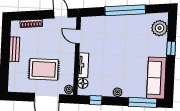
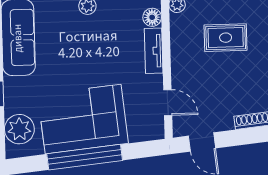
corner sofa: (125, 31) -> (83, 119), added
rug: (44, 69) -> (226, 38), width x0.73, depth x0.70

